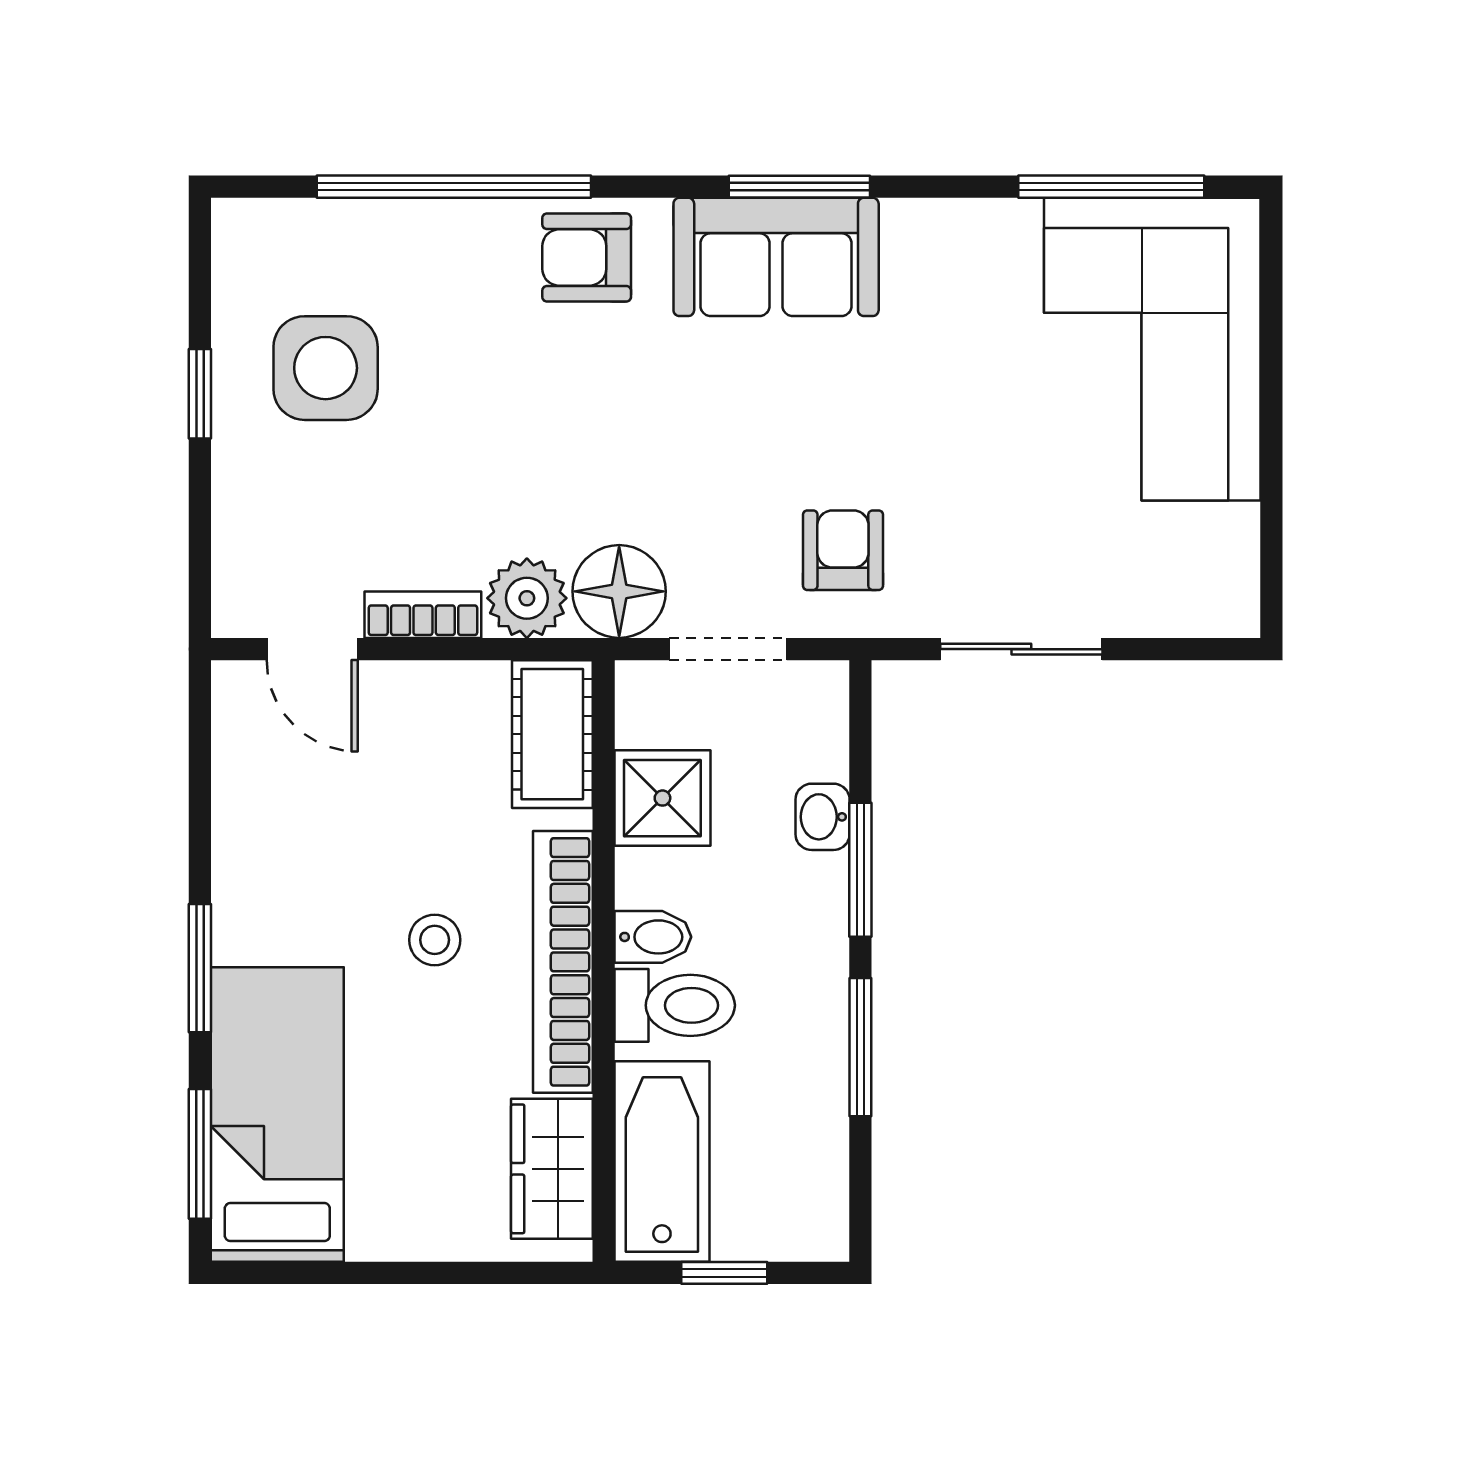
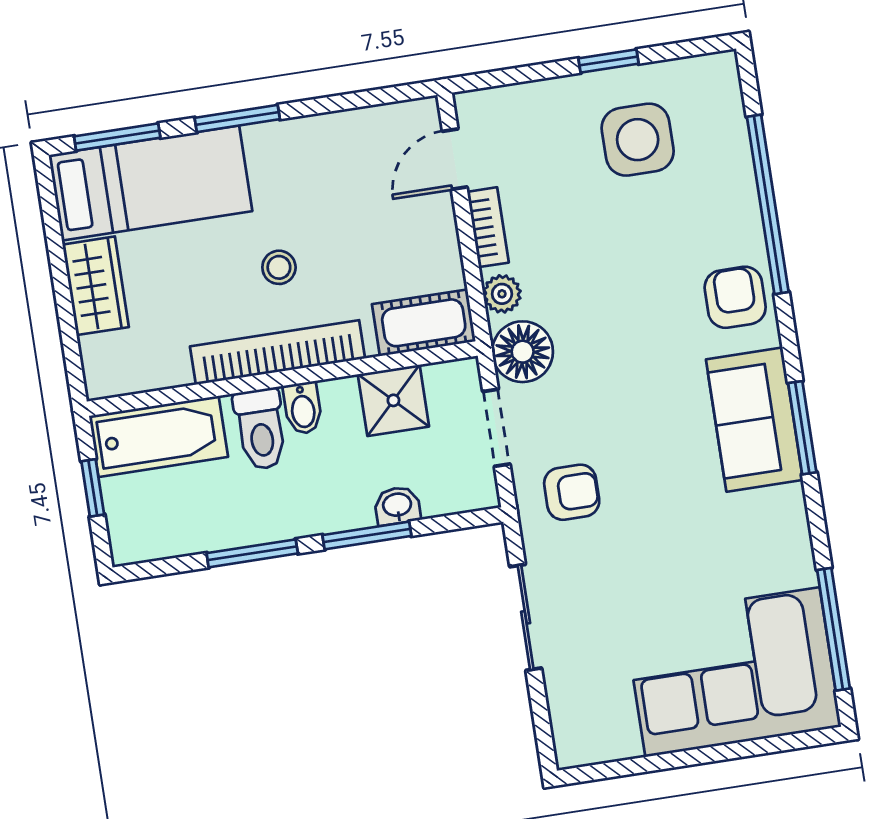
plant: (527, 598) -> (502, 294), width x0.73, depth x0.73
wardrobe: (552, 1169) -> (96, 286), moved, turned 90

